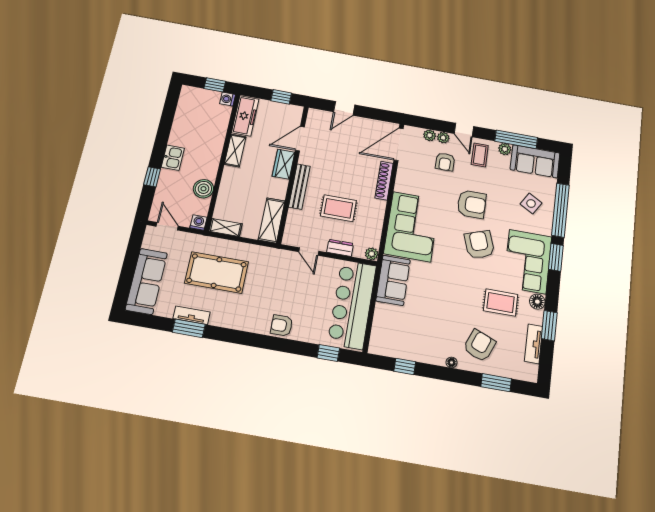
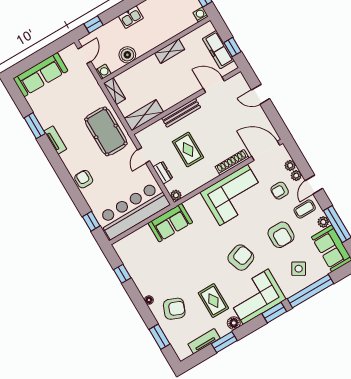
freezer: (245, 116) -> (218, 50), moved, turned 90
wardrobe: (283, 164) -> (187, 90), removed
window: (152, 177) -> (94, 24), moved
armchair: (472, 204) -> (281, 235), moved
corner sofa: (412, 227) -> (234, 195), moved
pool table: (217, 272) -> (106, 131), moved
tv unit: (192, 315) -> (55, 140), moved

